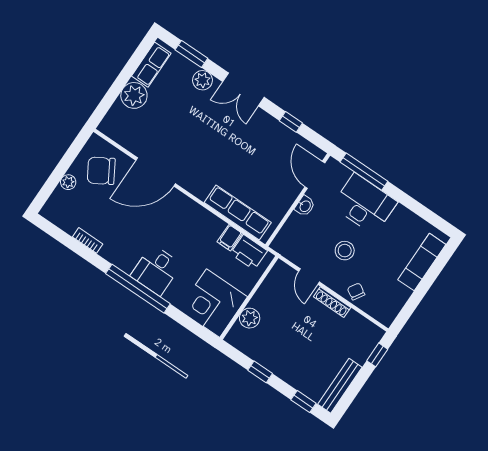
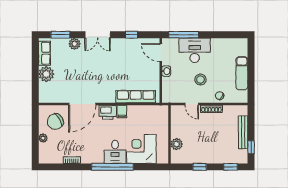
filing cabinet: (230, 238) -> (122, 111), moved
printer: (249, 252) -> (108, 112), moved
exam couch: (422, 262) -> (242, 73), moved
corner desk: (213, 303) -> (141, 149), moved, turned 90
window: (377, 355) -> (251, 147), moved
bench: (340, 386) -> (243, 132), moved

